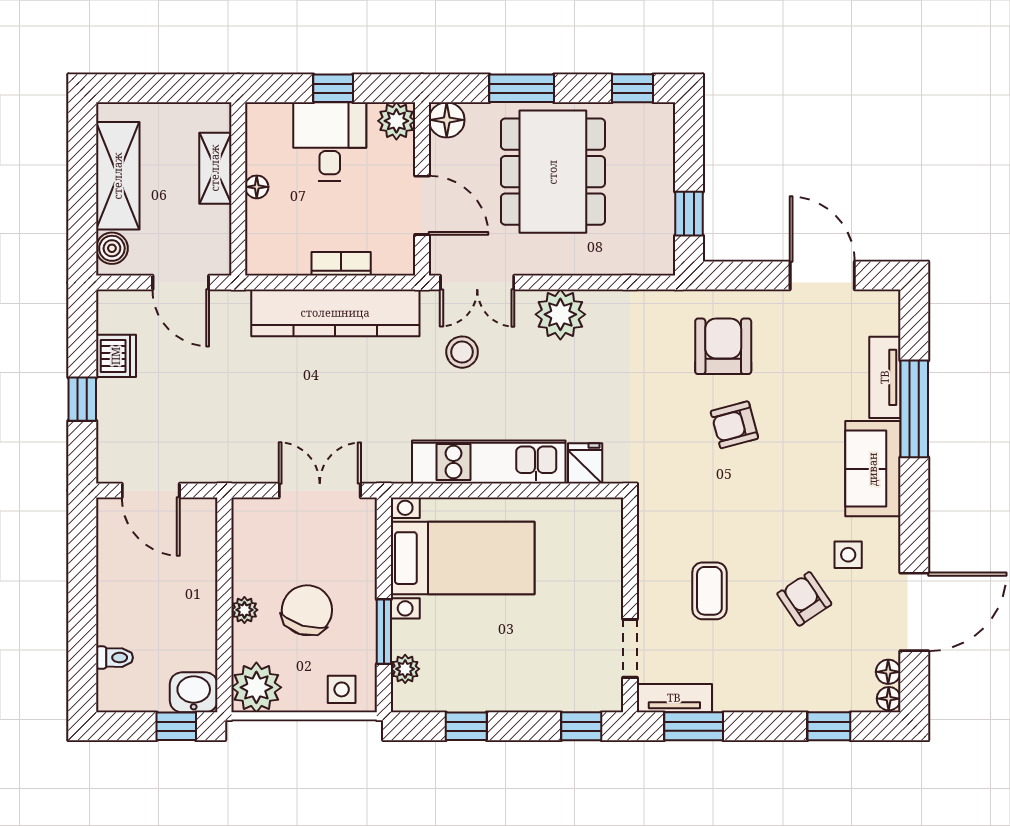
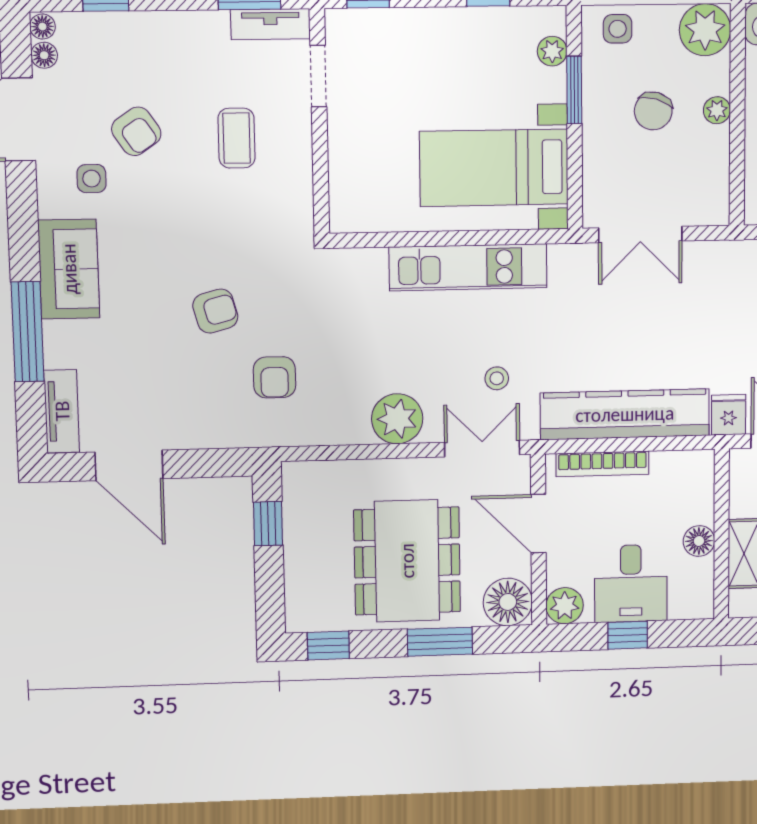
floor lamp: (447, 120) -> (508, 602), width x1.38, depth x1.38
floor lamp: (257, 187) -> (699, 541), width x1.37, depth x1.37
bookcase: (341, 264) -> (602, 464), width x1.56
armchair: (723, 346) -> (275, 377), moved, width x0.72, depth x0.72
stool: (462, 352) -> (497, 378), width x0.73, depth x0.73
tv unit: (885, 377) -> (62, 411), moved
fridge: (585, 463) -> (729, 415), moved, turned 180
chair: (307, 610) -> (653, 111), width x0.73, depth x0.73

